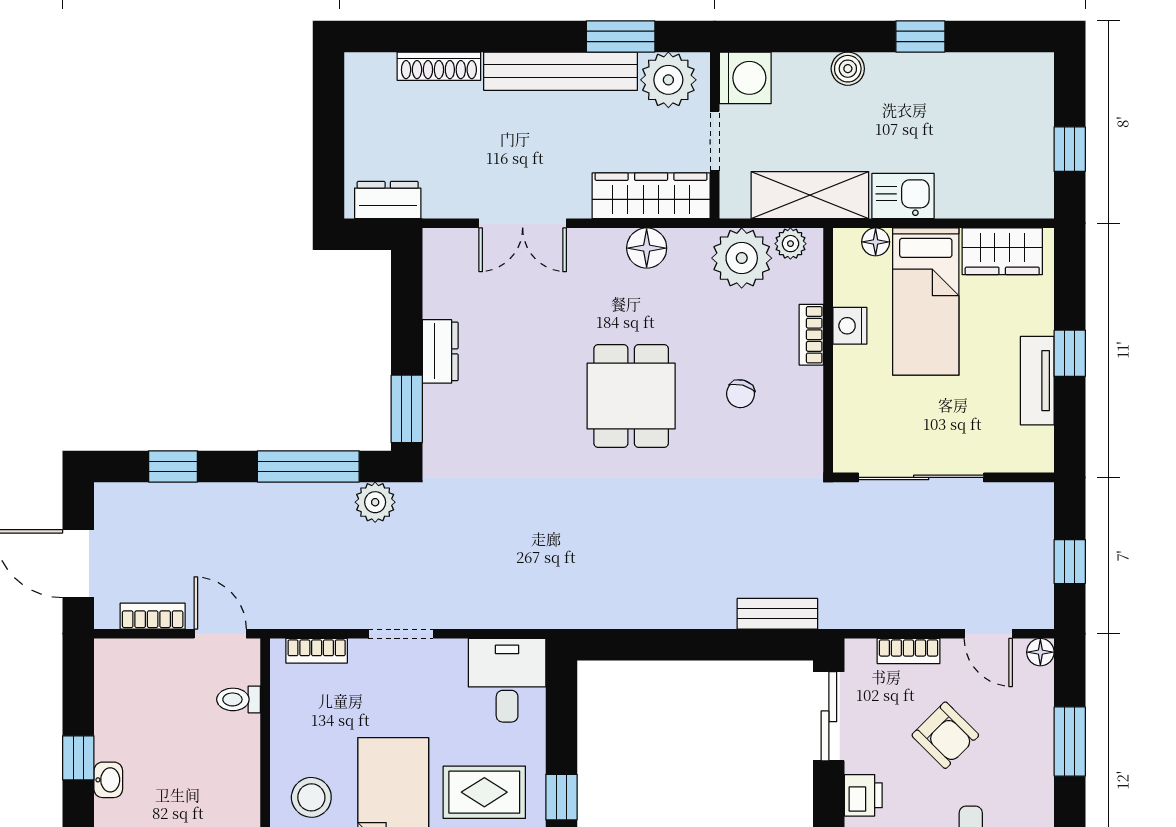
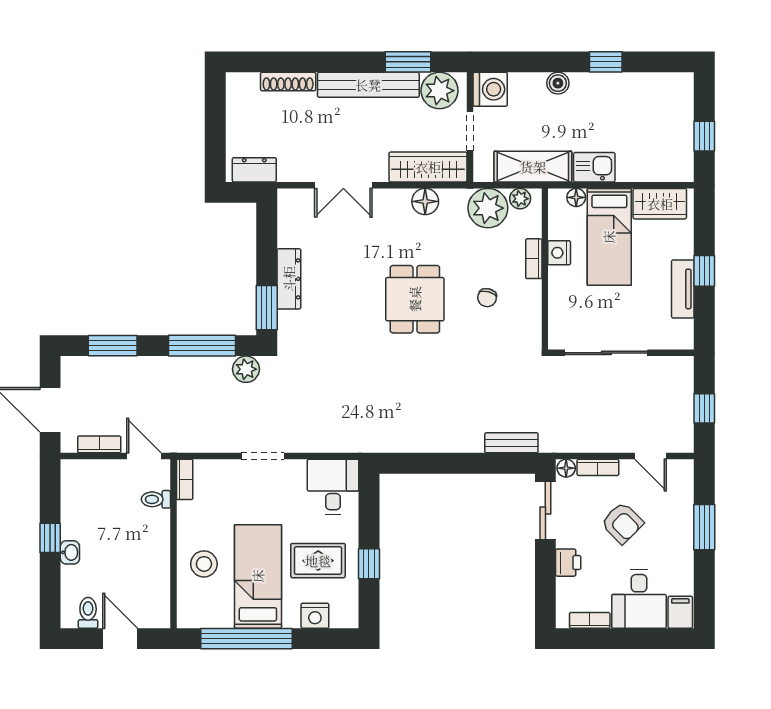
dresser: (440, 351) -> (289, 279), width x1.44
window: (173, 466) -> (113, 346), width x1.50
bookcase: (317, 651) -> (185, 479), moved, turned -90
floor lamp: (1040, 652) -> (566, 468), moved

